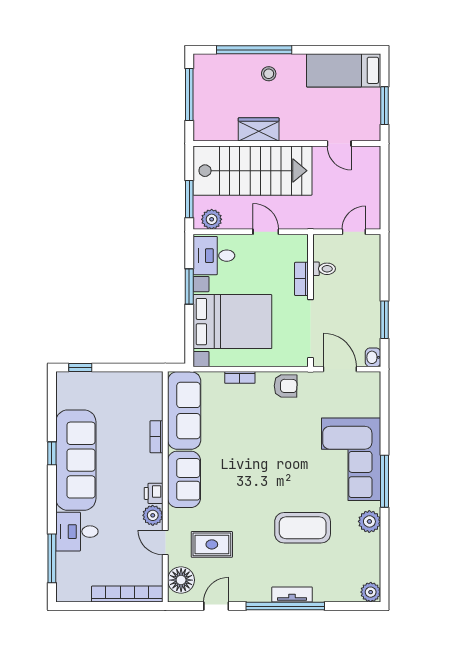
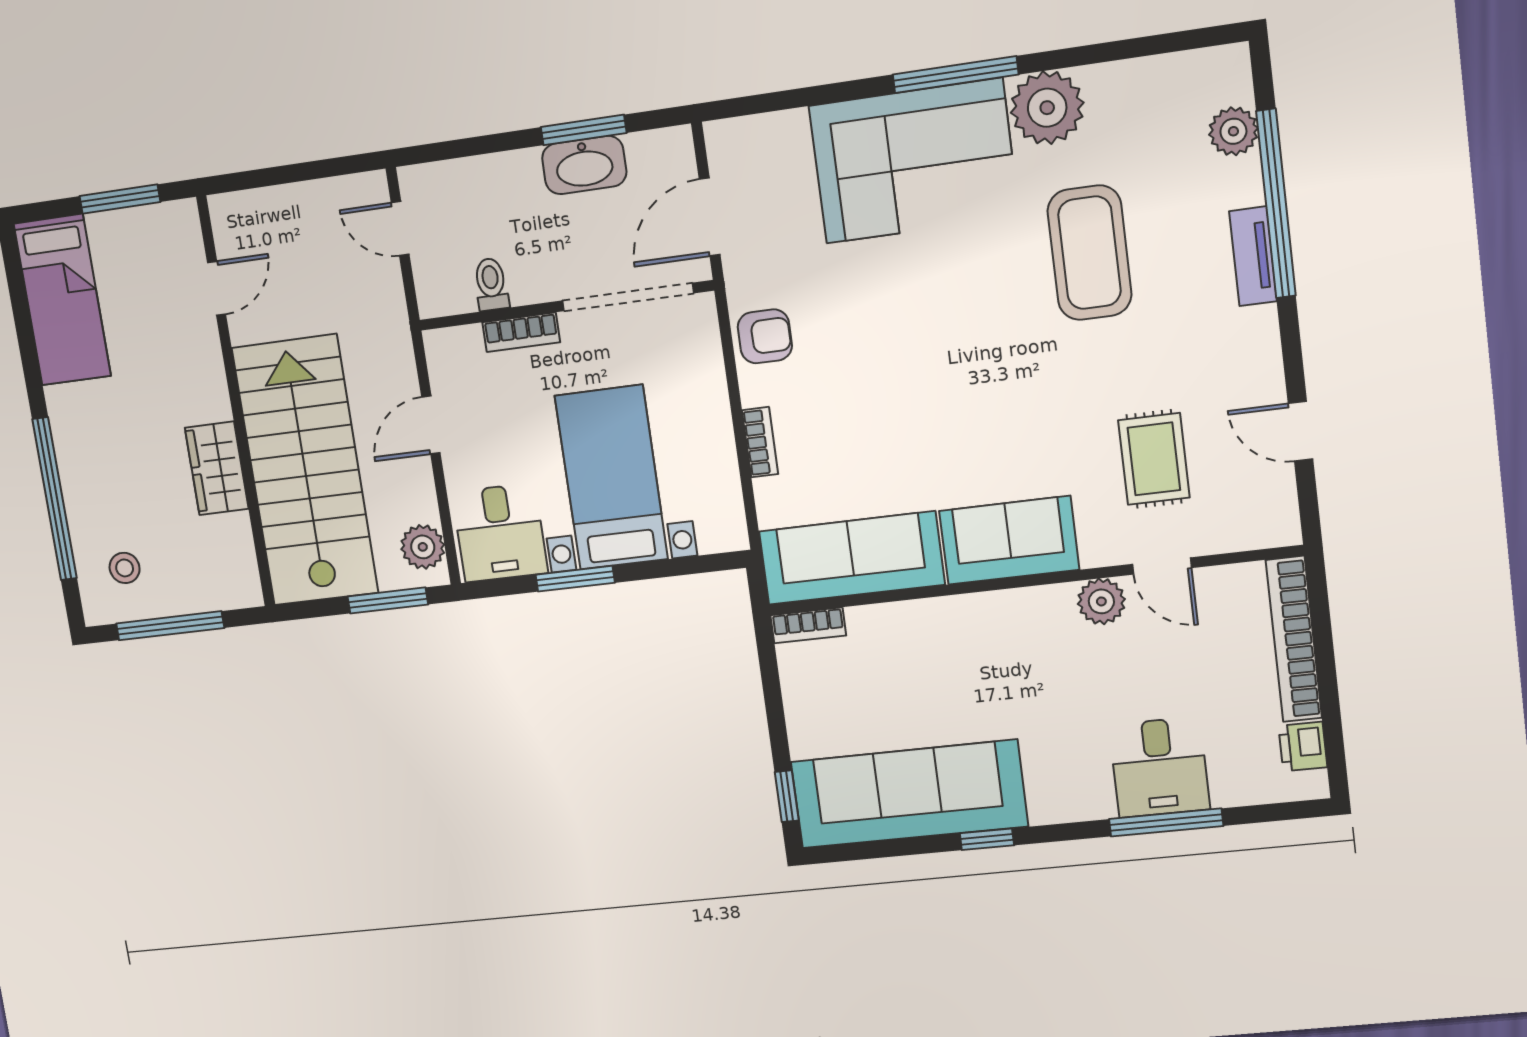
stool: (269, 74) -> (125, 568), moved
bed with nightstands: (232, 322) -> (611, 478), width x0.73
washbasin: (373, 357) -> (584, 165), moved, width x1.91, depth x1.45
armchair: (286, 386) -> (765, 336), turned 89
bookcase: (156, 437) -> (808, 625), moved
sofa: (76, 460) -> (909, 794), moved
printer: (154, 493) -> (1303, 747), moved, turned 90
plant: (369, 521) -> (1047, 108), width x1.36, depth x1.36
door: (165, 543) -> (1162, 566), hinge flipped
window: (52, 558) -> (1166, 822), moved
floor lamp: (181, 580) -> (1247, 520), removed
plant: (371, 592) -> (1233, 131), moved
window: (285, 606) -> (1276, 204), moved

